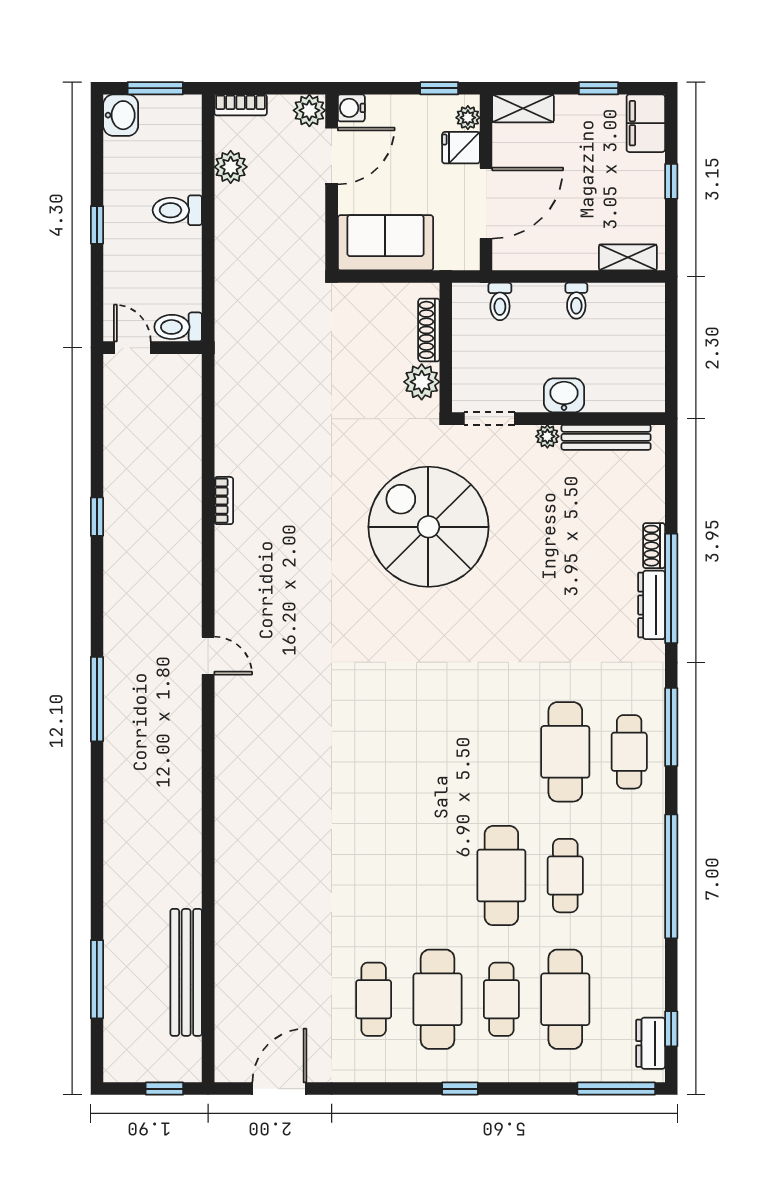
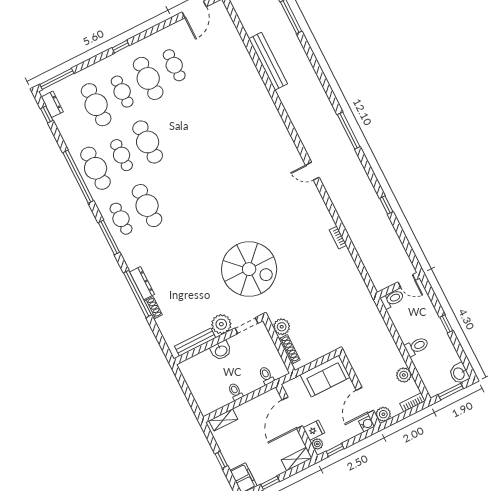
plant: (547, 436) -> (221, 324), width x1.88, depth x1.88
cafe table: (629, 876) -> (96, 168), added
bench: (186, 972) -> (268, 61), moved

